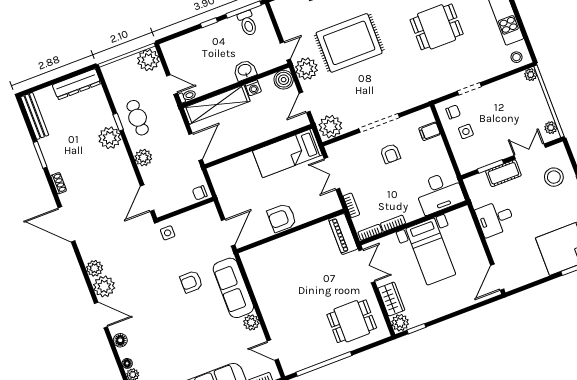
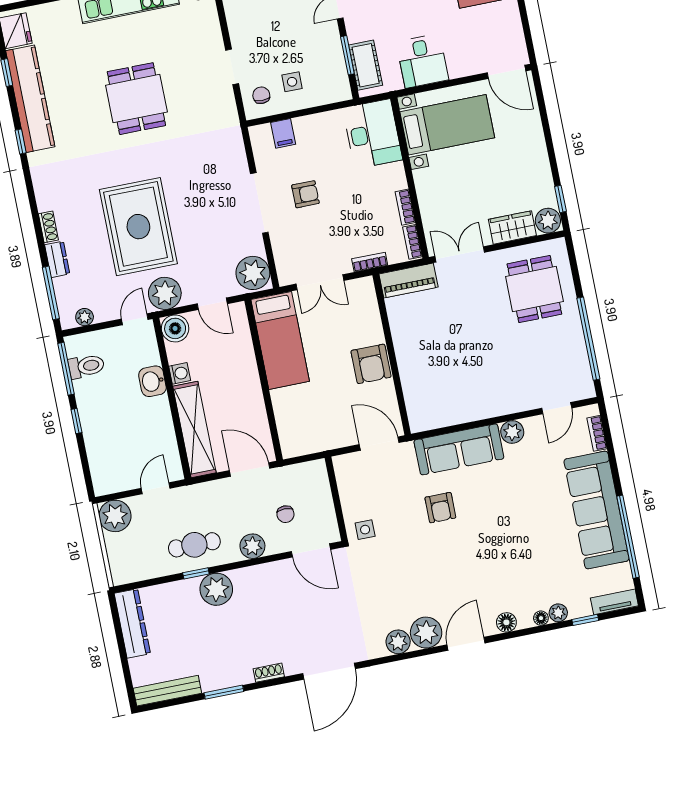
plant: (281, 16) -> (85, 317), added
door: (285, 51) -> (135, 319), hinge flipped
toilet: (187, 96) -> (175, 469), removed
cot: (503, 173) -> (366, 65), moved
chair: (200, 193) -> (285, 514), moved
bed with nightstands: (431, 252) -> (447, 125), moved

